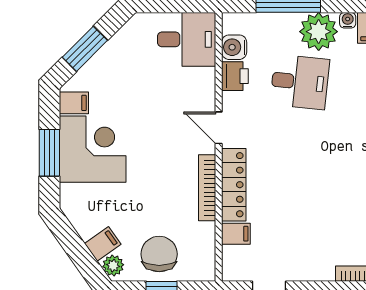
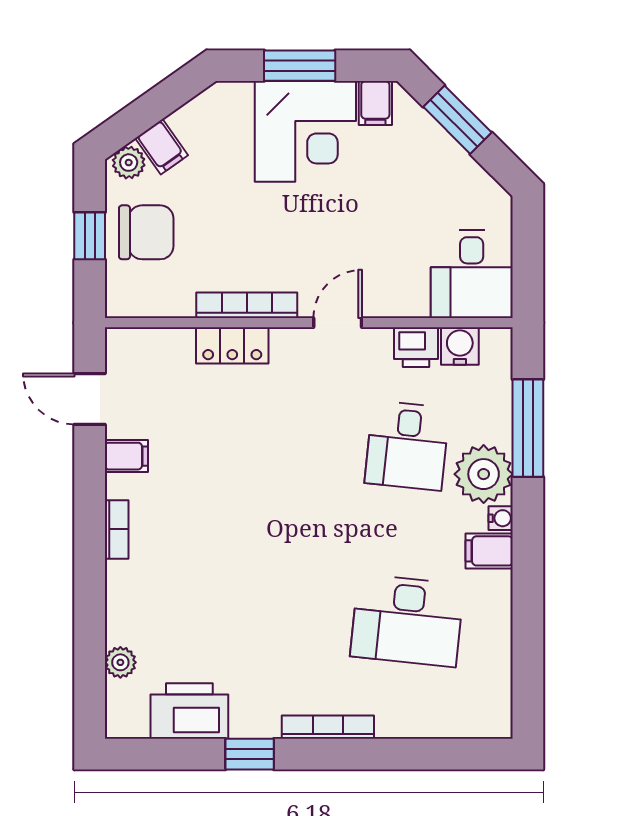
locker: (234, 185) -> (232, 345), width x0.66
filing cabinet: (236, 234) -> (126, 456), moved, turned -90

